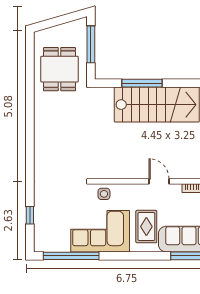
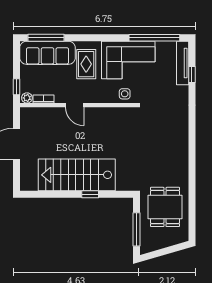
window: (142, 83) -> (90, 194), width x0.46
tv unit: (40, 228) -> (183, 63), added

